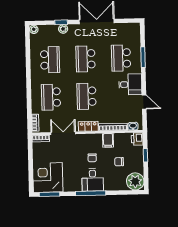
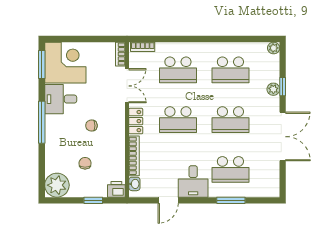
school desk: (121, 58) -> (230, 169), turned 180
school desk: (86, 59) -> (230, 120), turned 180
school desk: (86, 96) -> (178, 120), turned 180
school desk: (51, 97) -> (178, 70), turned 180
filing cabinet: (108, 140) -> (115, 148), removed
desk: (93, 180) -> (61, 99), moved

